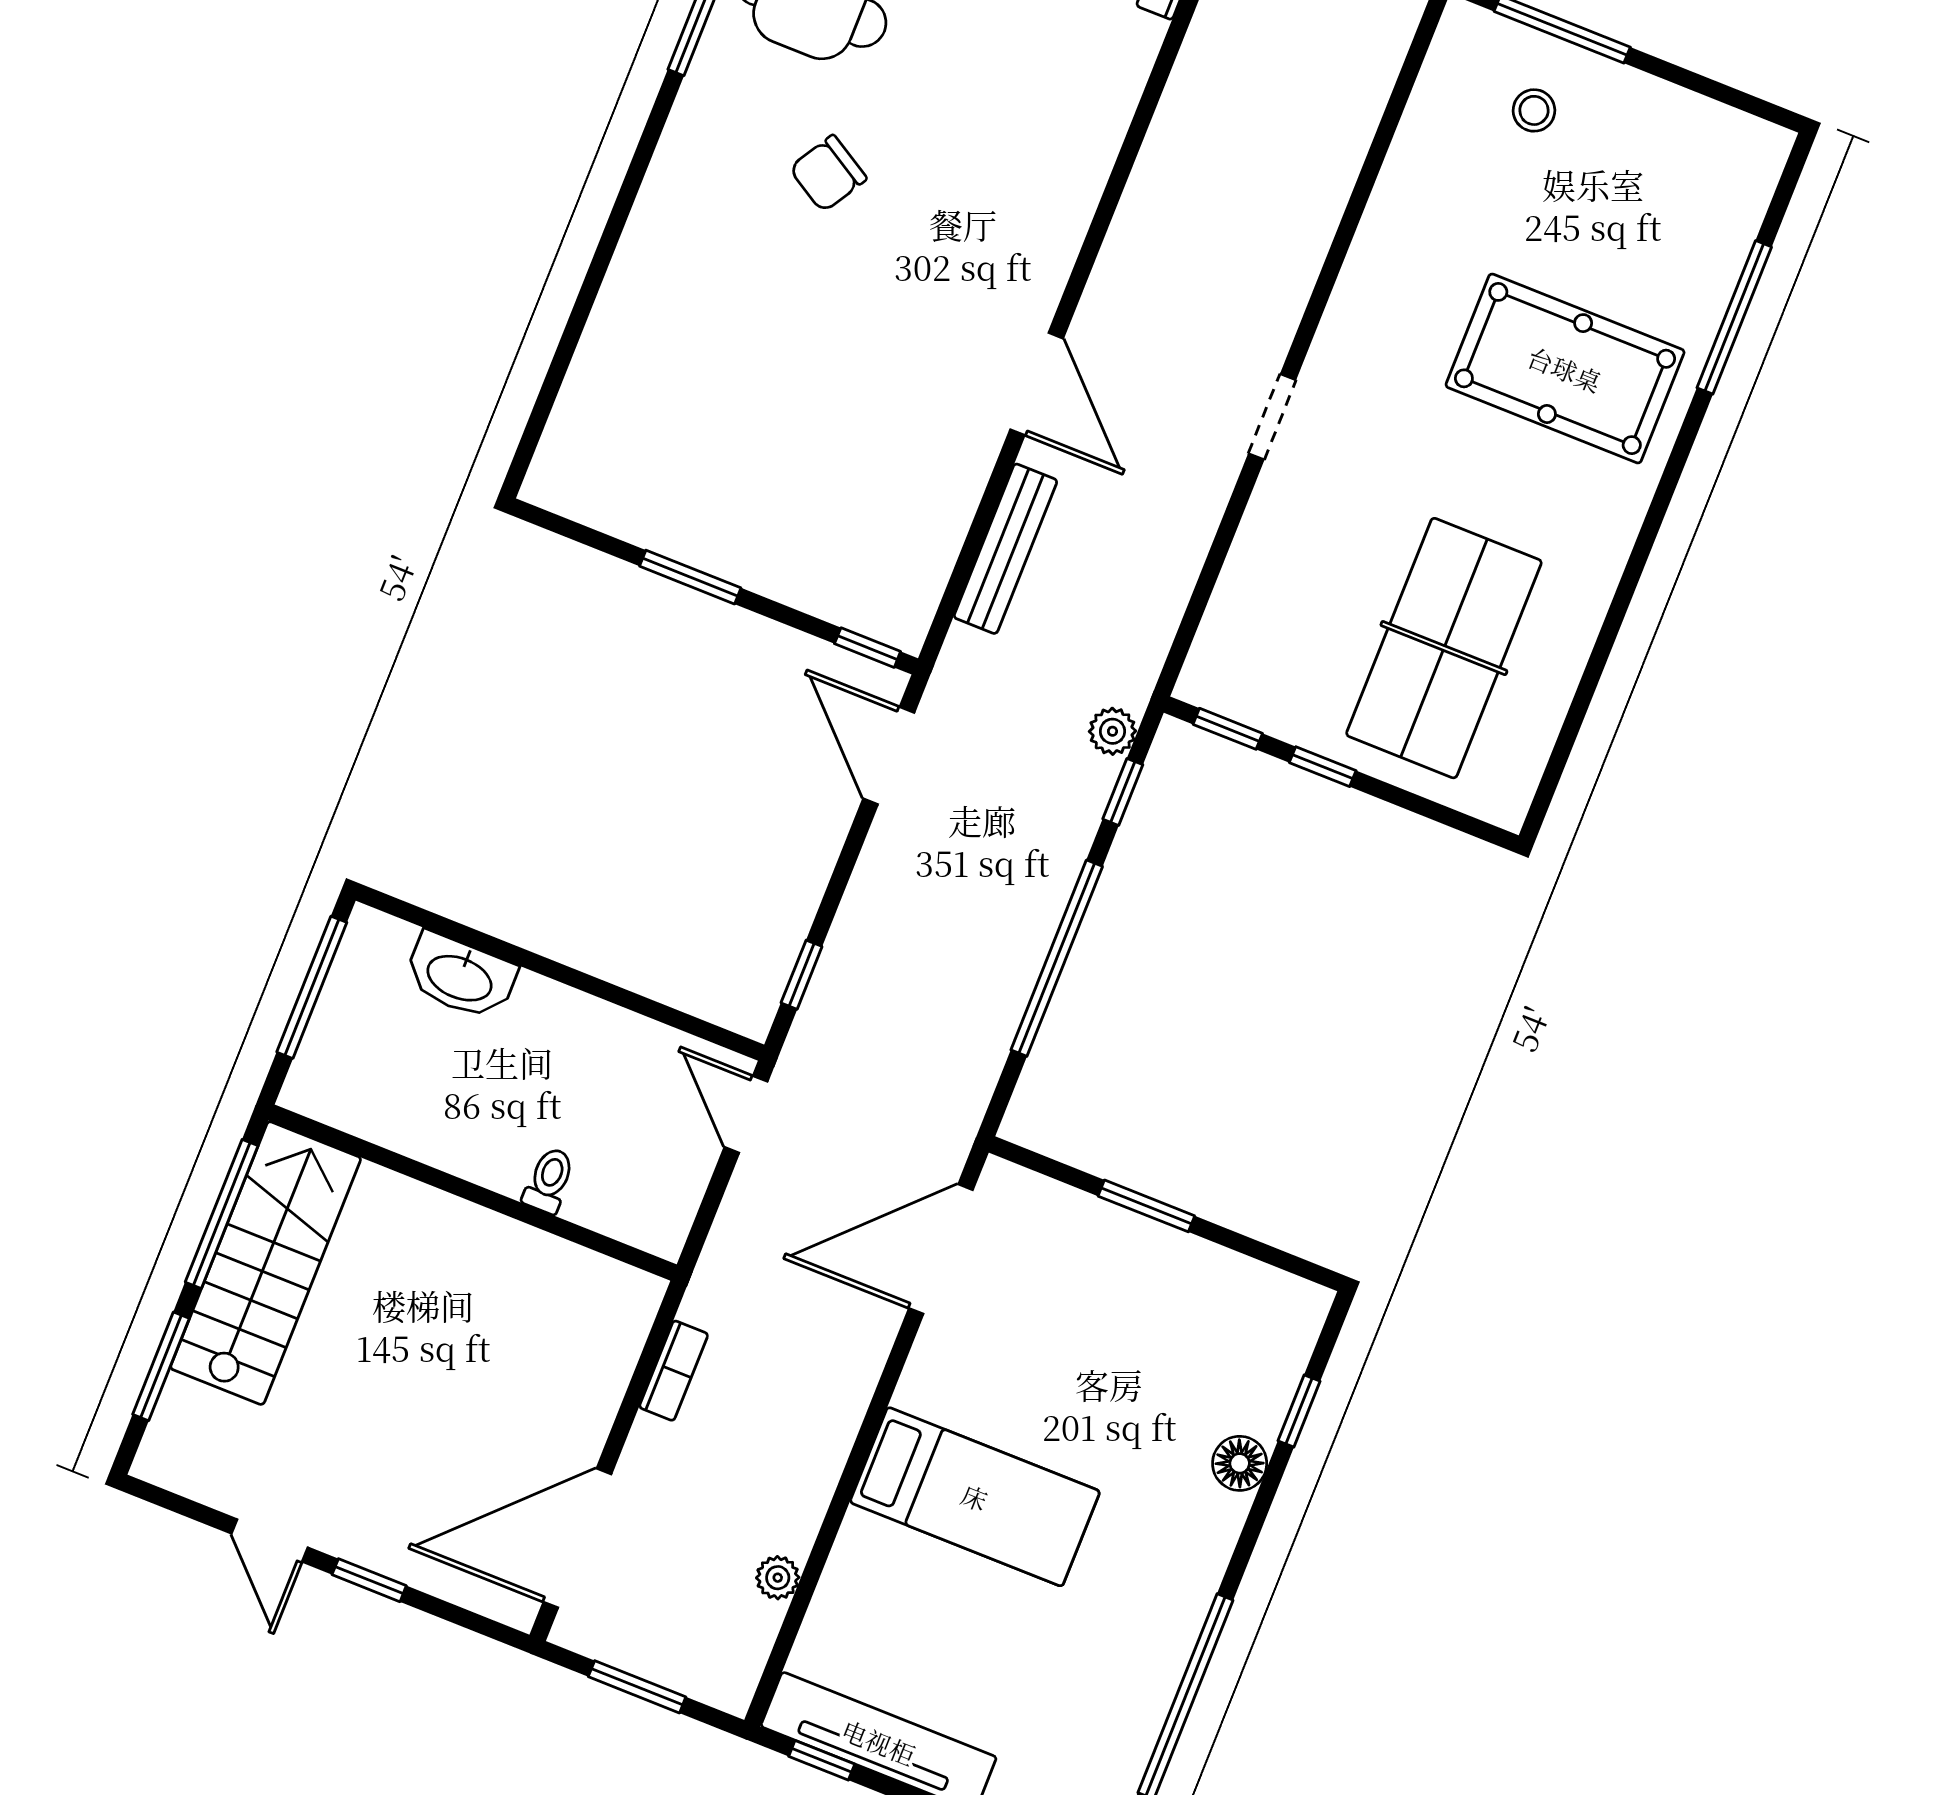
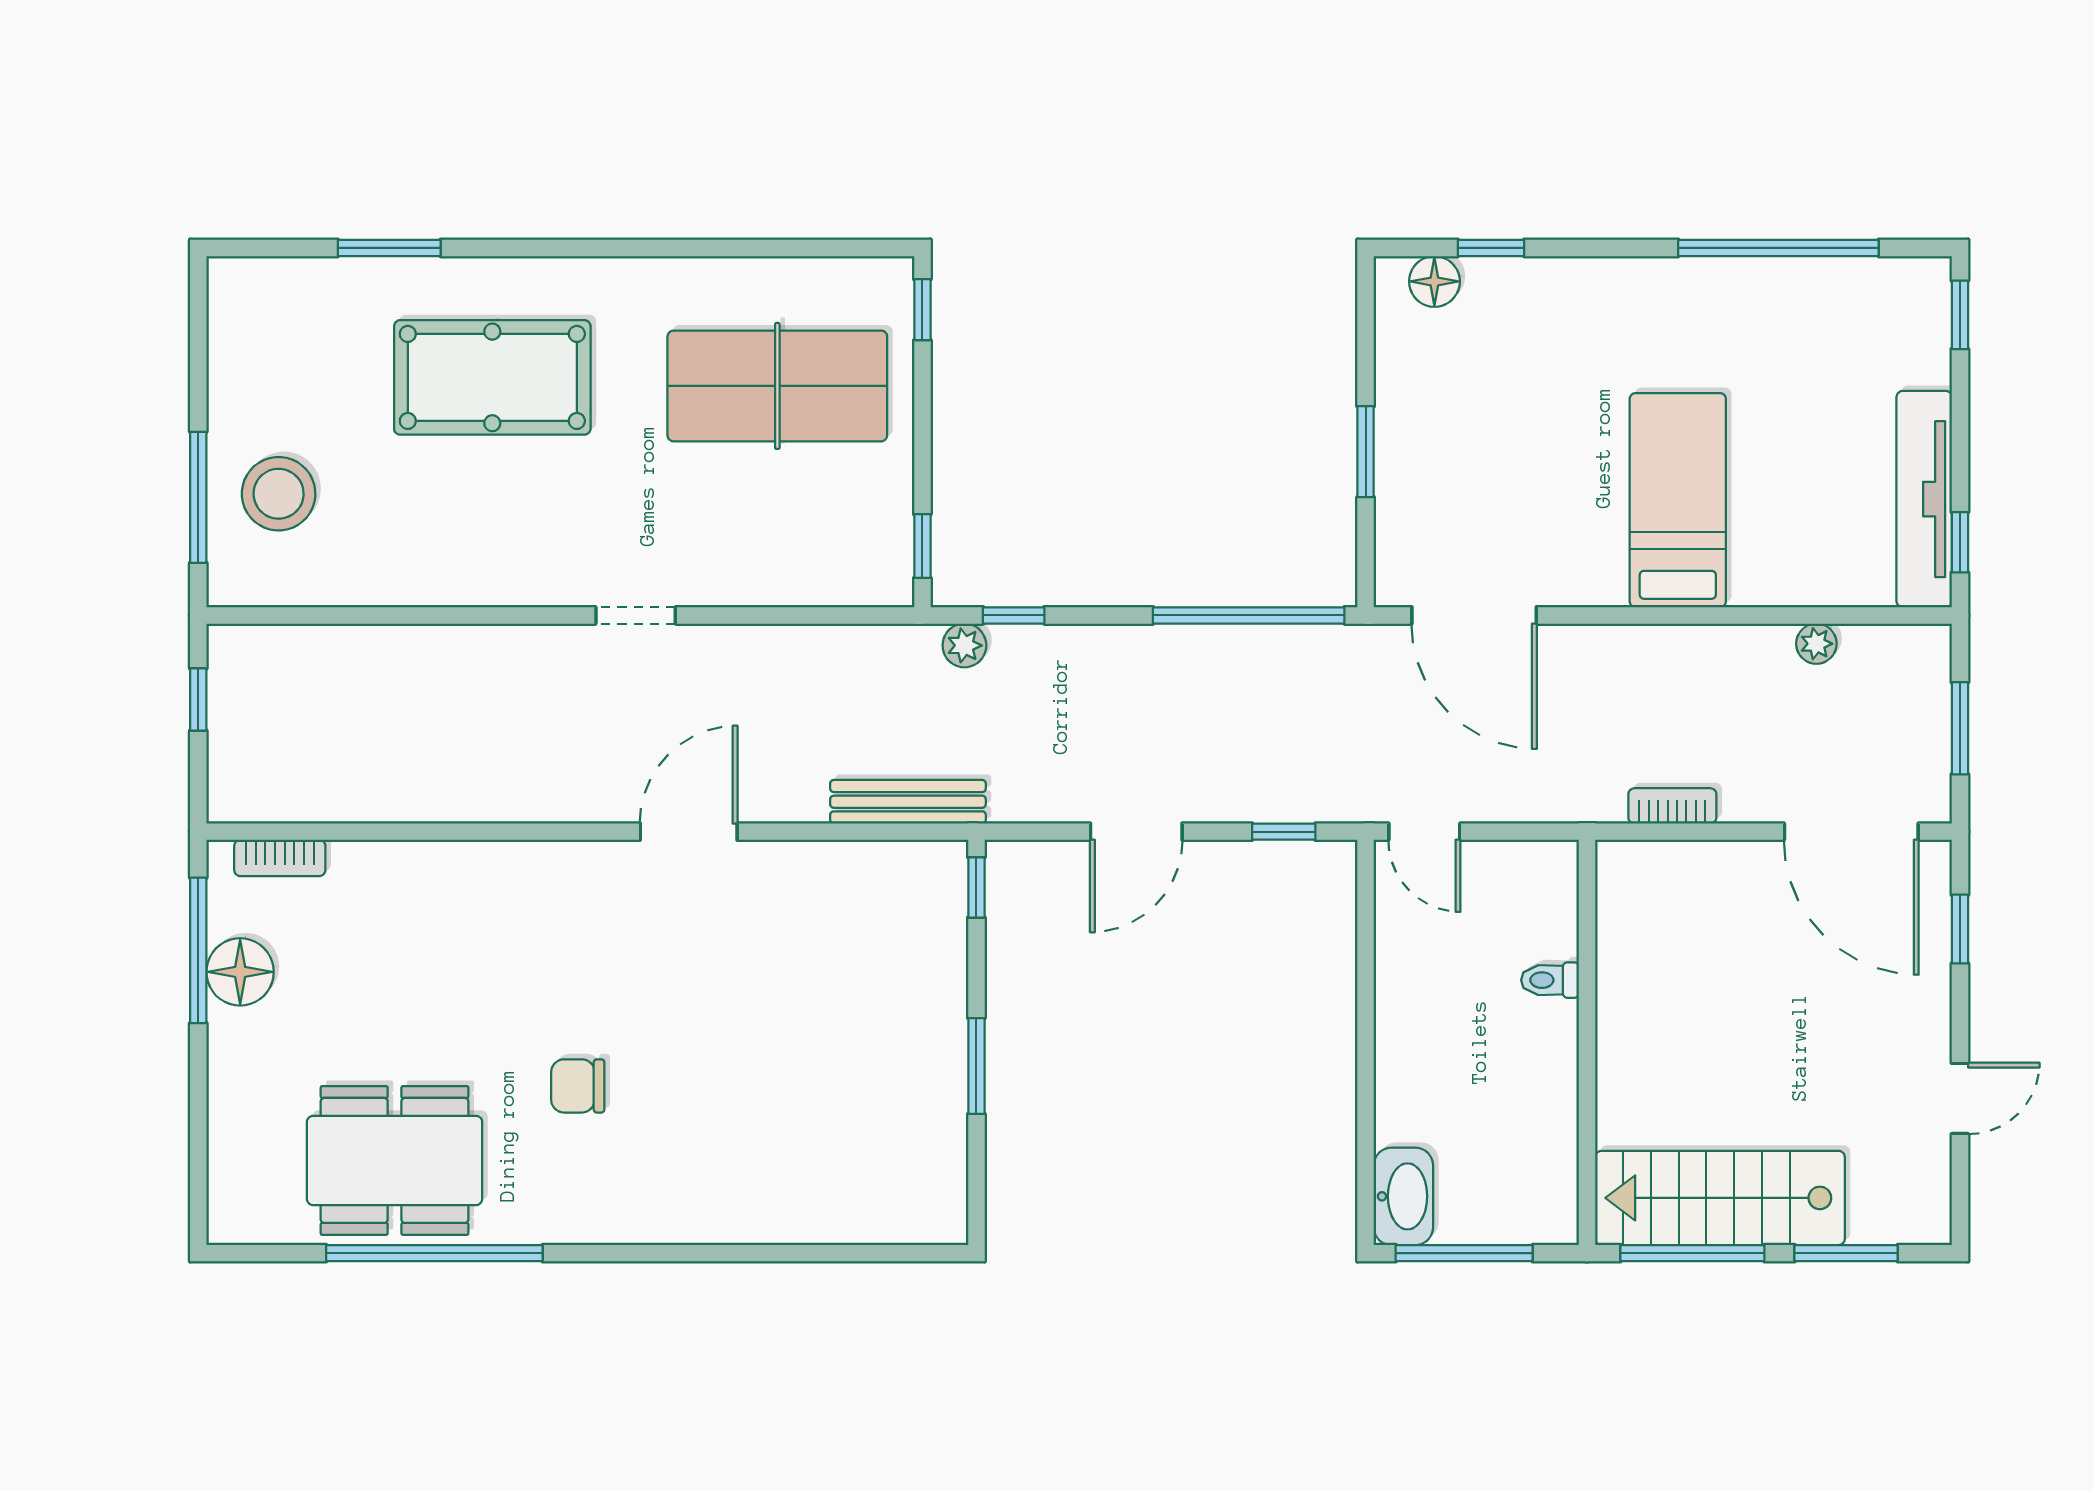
stool: (1534, 110) -> (279, 494), width x1.89, depth x1.89
chair: (828, 173) -> (578, 1086), turned 149
window: (1734, 317) -> (389, 248), width x0.69
pool table: (1565, 369) -> (492, 377), turned 90
bench: (1005, 549) -> (908, 802), moved
door: (889, 756) -> (1136, 832), moved
window: (1323, 767) -> (922, 310), moved
window: (1057, 958) -> (1249, 615), moved
washbasin: (460, 976) -> (1403, 1196), moved
door: (746, 1114) -> (1424, 832), hinge flipped
floor lamp: (1240, 1463) -> (1434, 281), moved
window: (369, 1580) -> (1960, 929), moved

